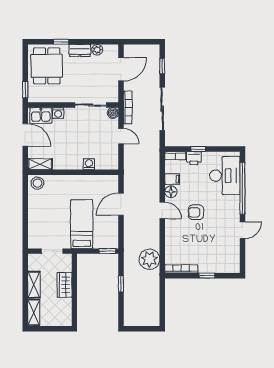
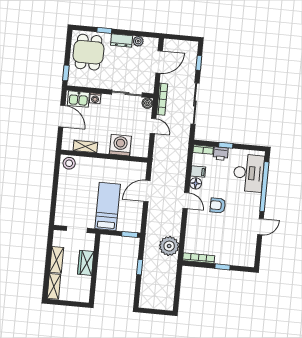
shelving: (40, 164) -> (85, 147), moved
washing machine: (89, 164) -> (120, 145), width x1.89, depth x1.89

